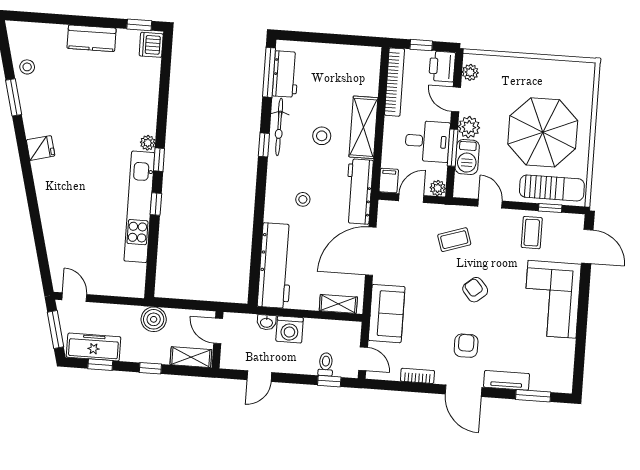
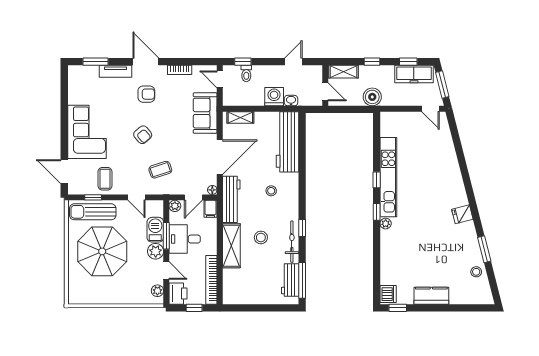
floor lamp: (384, 206) -> (212, 190), added
armchair: (466, 346) -> (146, 94), turned -90

